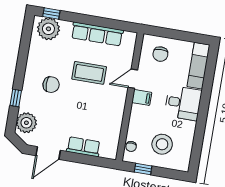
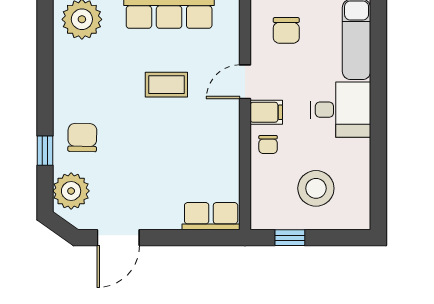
coffee table: (89, 73) -> (166, 85), width x0.73, depth x0.77
chair: (51, 85) -> (82, 138), moved, turned -89
chair: (131, 146) -> (268, 145), moved
row of seats: (83, 147) -> (211, 216), moved

